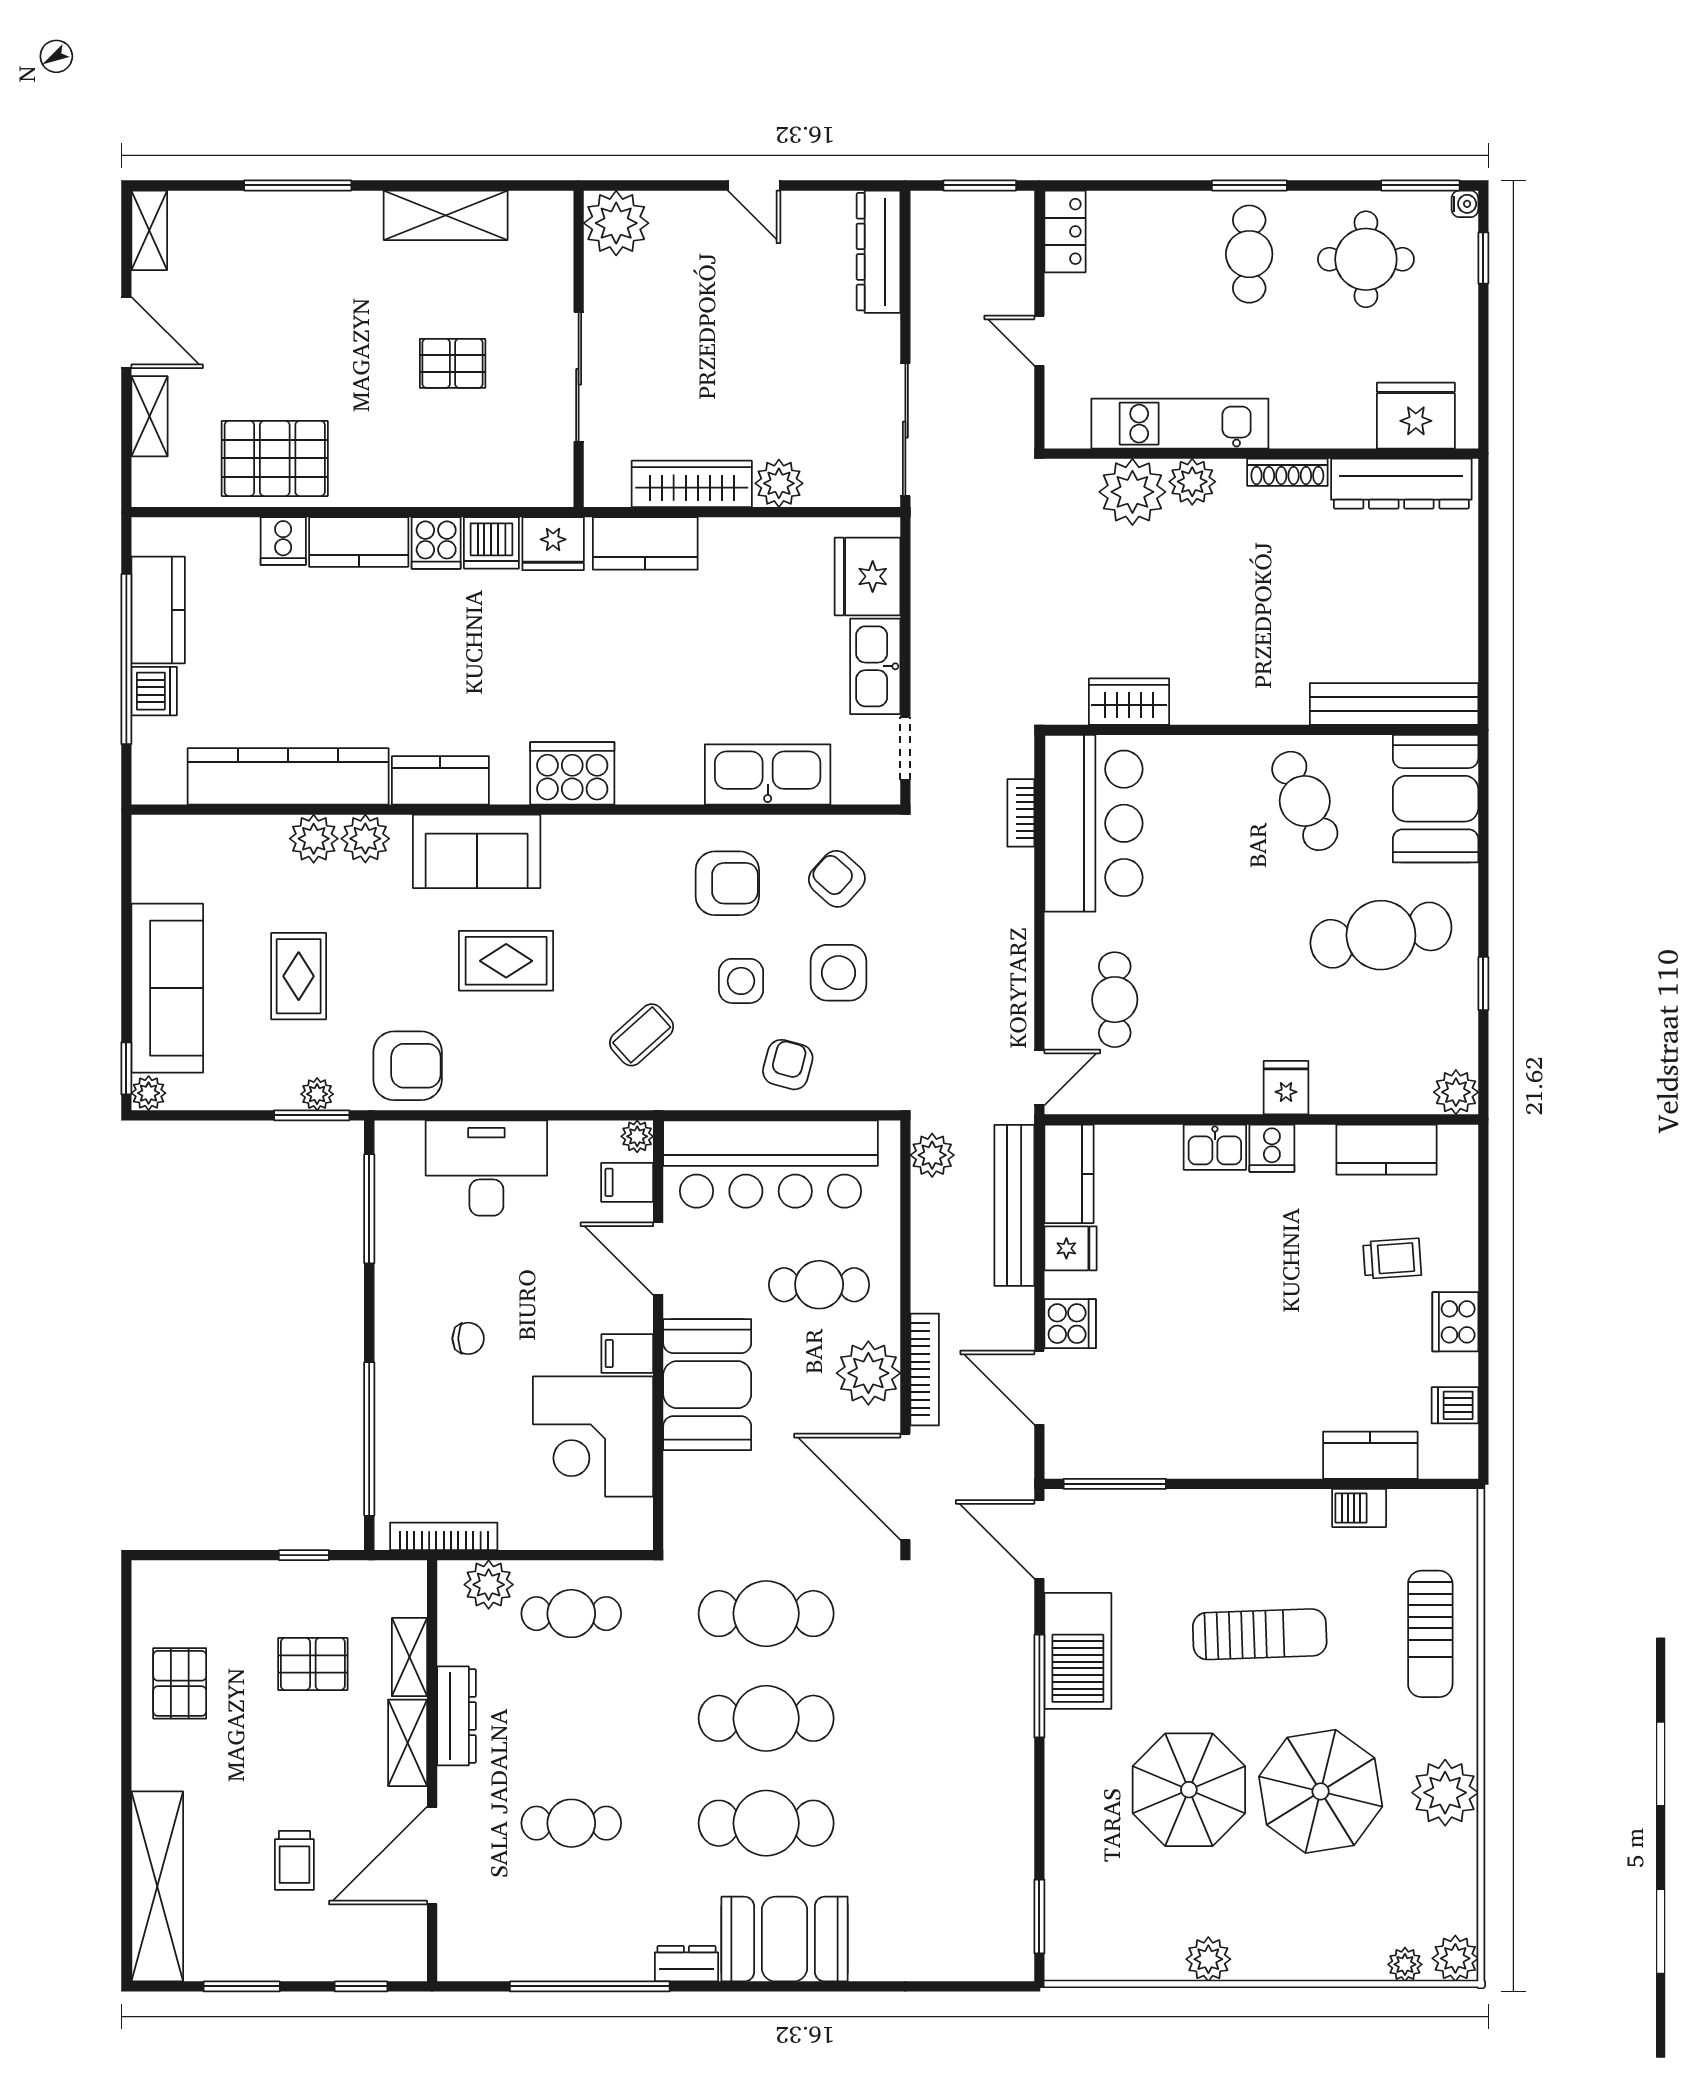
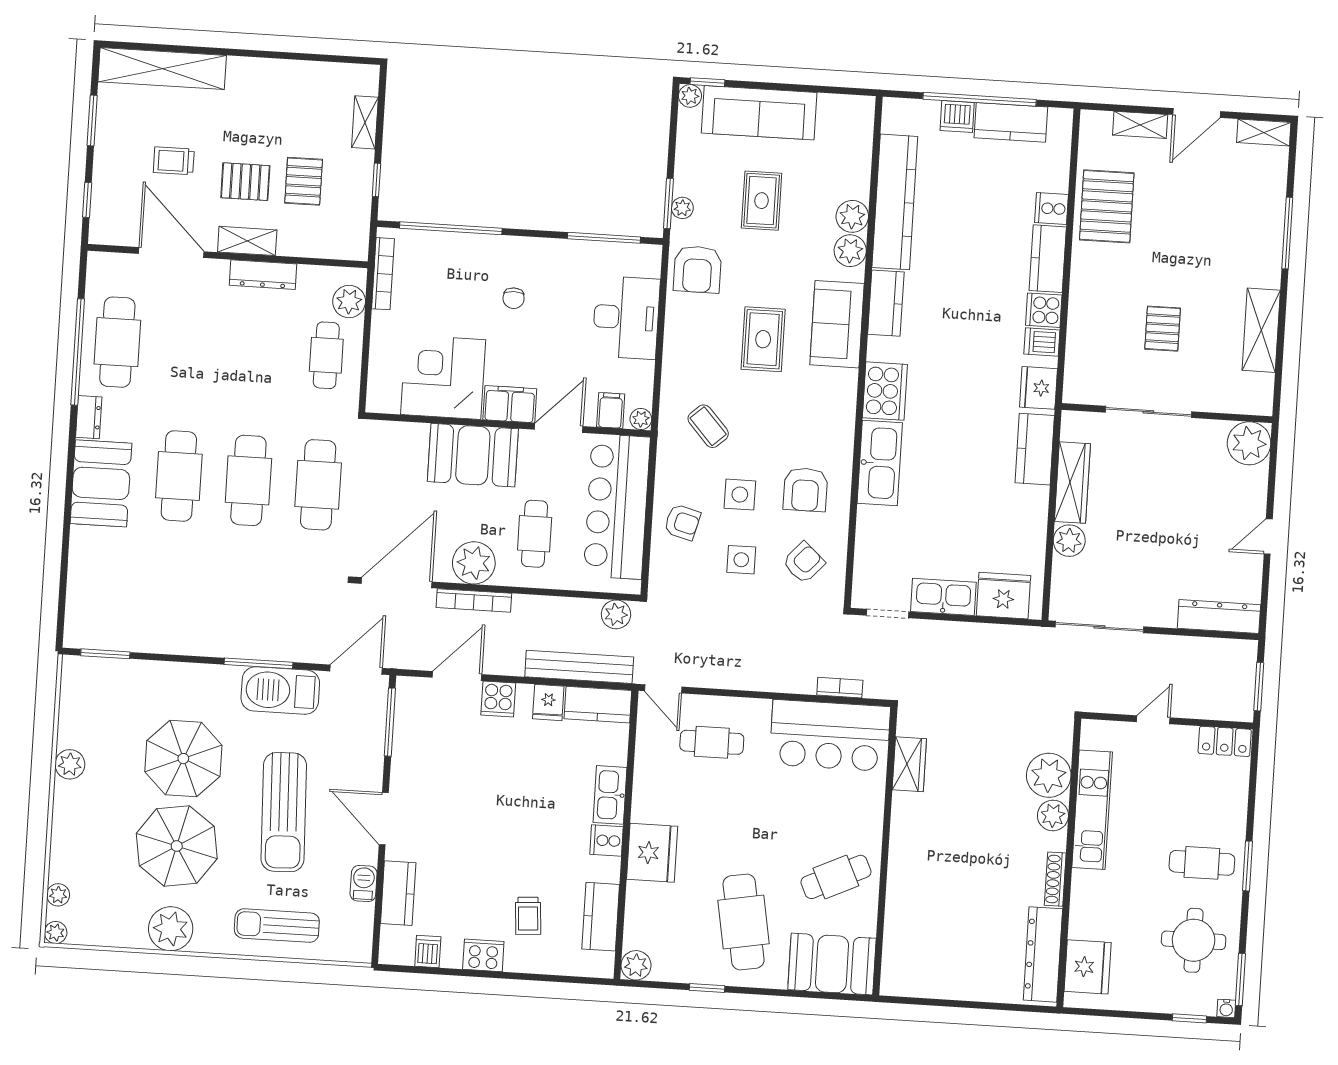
dishwasher: (491, 543) -> (1042, 342), width x0.73
bench: (1394, 704) -> (897, 940), removed
kitchen sink: (768, 774) -> (880, 463), moved
side table: (838, 973) -> (741, 560), width x0.73, depth x0.73
rug: (299, 976) -> (762, 201), turned 90
fridge: (1286, 1088) -> (652, 853), width x1.88, depth x1.34
kitchen sink: (1215, 1147) -> (610, 795), width x1.38
filing cabinet: (627, 1354) -> (510, 404), width x2.00
door: (1260, 1484) -> (384, 819), added
sun lounger: (1260, 1634) -> (284, 812), width x1.36, depth x1.34
shelving: (409, 1657) -> (365, 122), moved, turned 90
pallet: (180, 1683) -> (245, 182), moved
cafe table: (571, 1823) -> (117, 342), moved, width x1.37, depth x1.35
plant: (1455, 1958) -> (56, 932), width x0.73, depth x0.73

